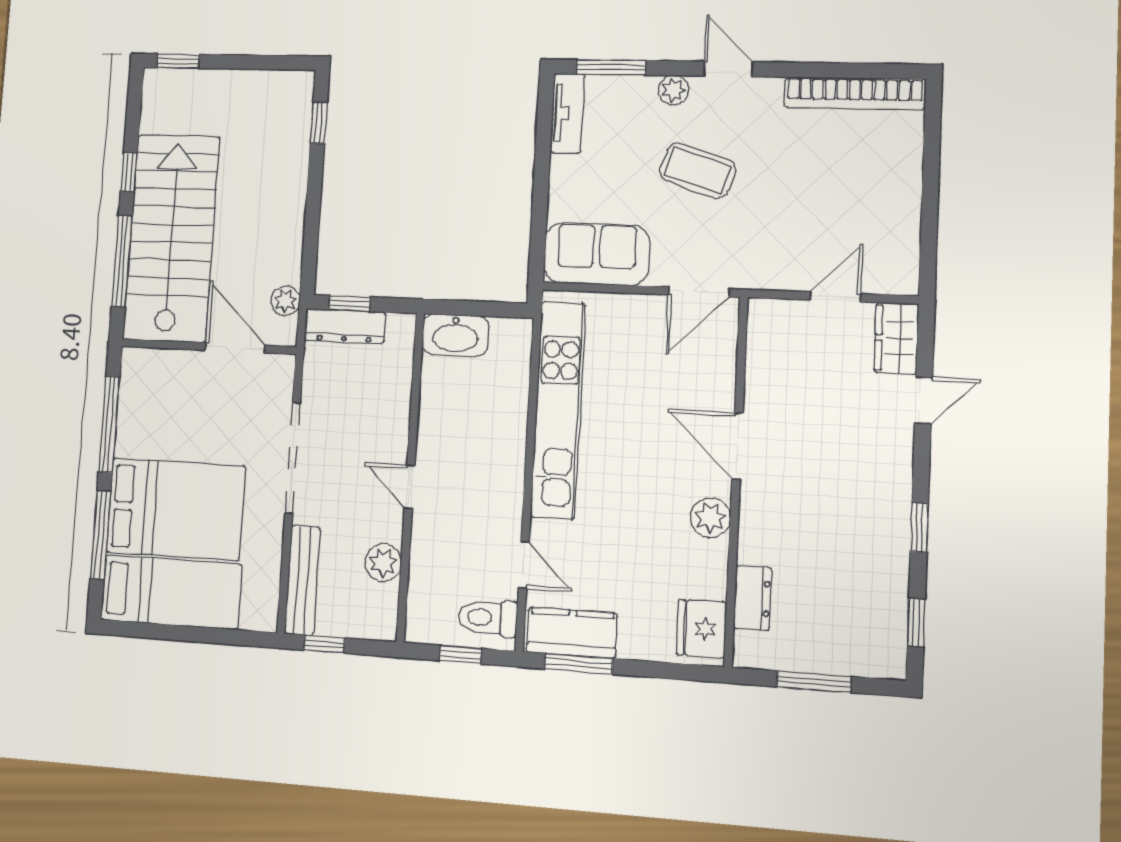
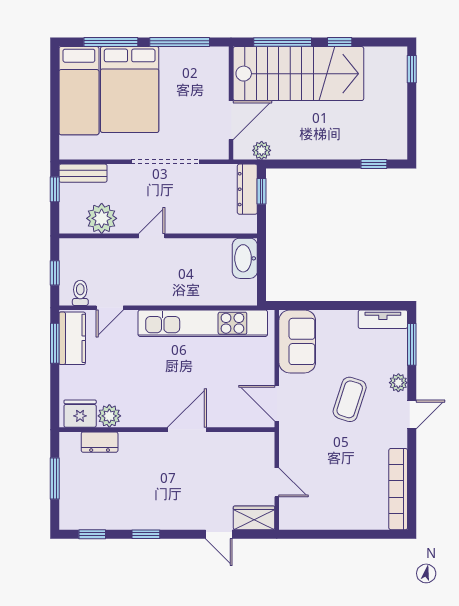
plant: (710, 518) -> (109, 416), moved
plant: (383, 563) -> (102, 218), width x1.36, depth x1.36
bench: (302, 580) -> (83, 173), width x0.73
toilet: (488, 618) -> (80, 293), width x0.73, depth x0.72

